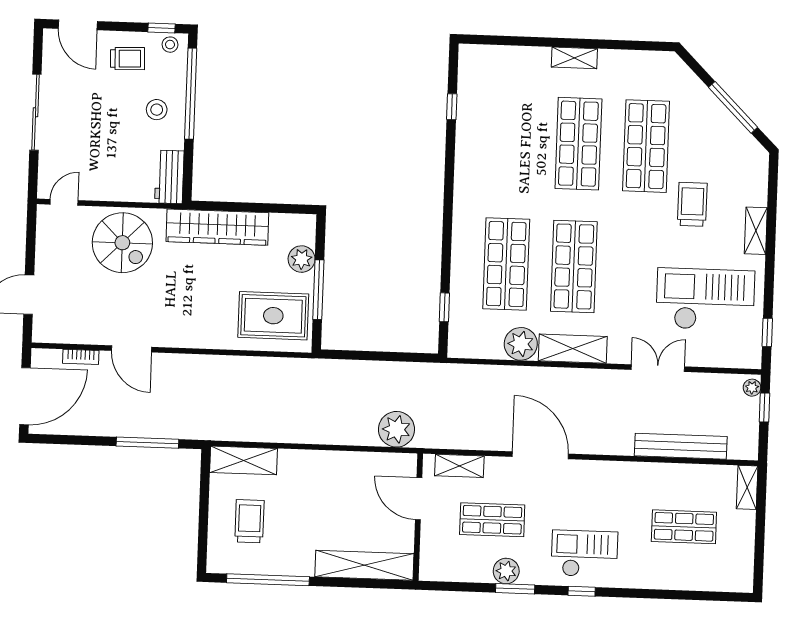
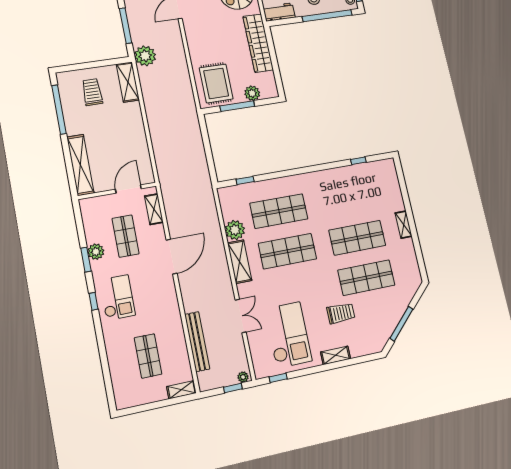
plant: (396, 429) -> (145, 56), moved
trolley: (249, 521) -> (92, 92), turned -90

